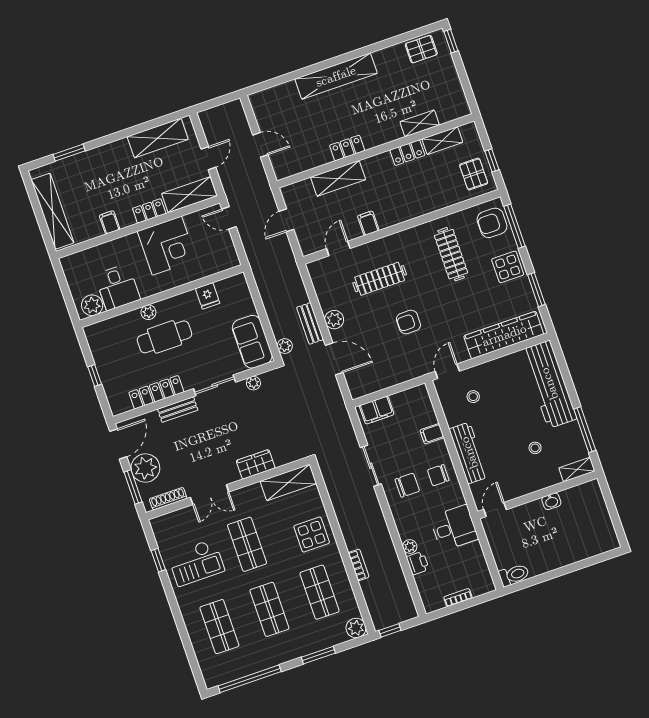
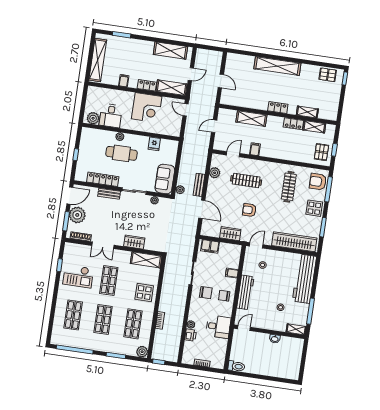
locker: (347, 148) -> (278, 108), moved
plant: (334, 320) -> (215, 173), moved
wardrobe: (398, 374) -> (230, 234), added

